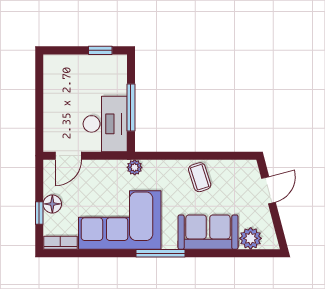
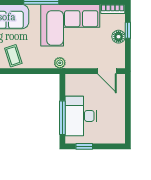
window: (131, 107) -> (62, 118), moved
desk: (105, 124) -> (81, 116), moved
door: (68, 156) -> (107, 71), swing flipped

